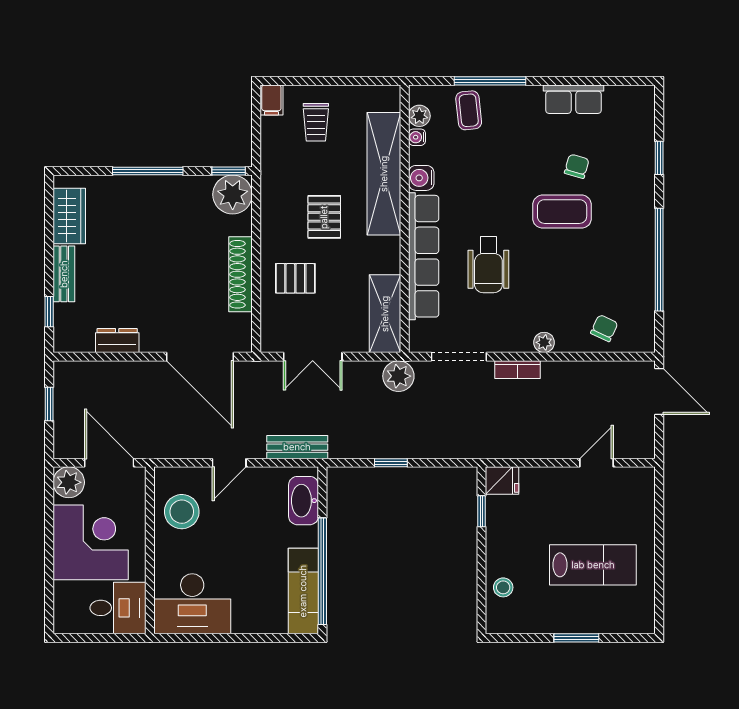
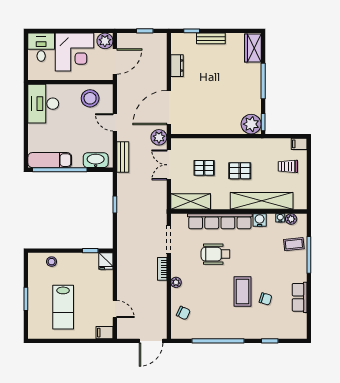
wardrobe: (69, 216) -> (253, 48), moved, turned 90
shoe rack: (240, 274) -> (211, 128), removed
pallet: (295, 278) -> (204, 168), moved, turned 90
plant: (398, 376) -> (159, 137), moved
filing cabinet: (643, 483) -> (105, 333), added
desk: (118, 608) -> (41, 47), moved, turned 180

